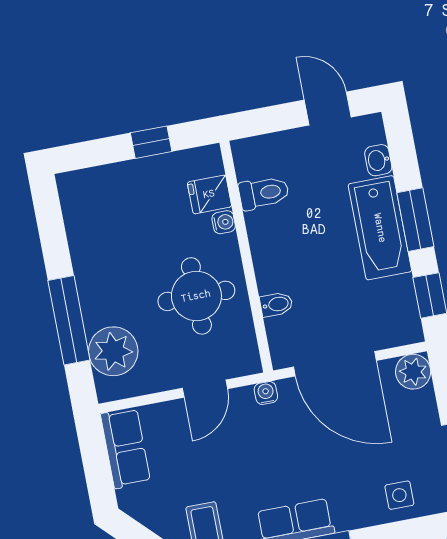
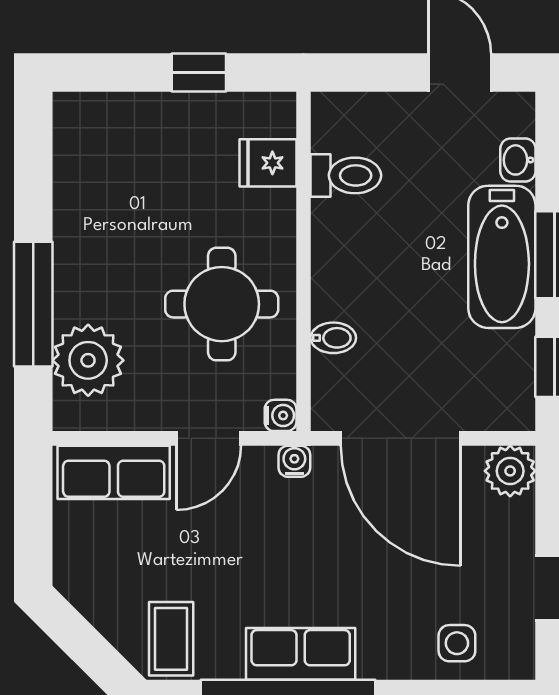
water cooler: (224, 222) -> (281, 415), moved
row of seats: (125, 448) -> (114, 472), moved, turned 90

